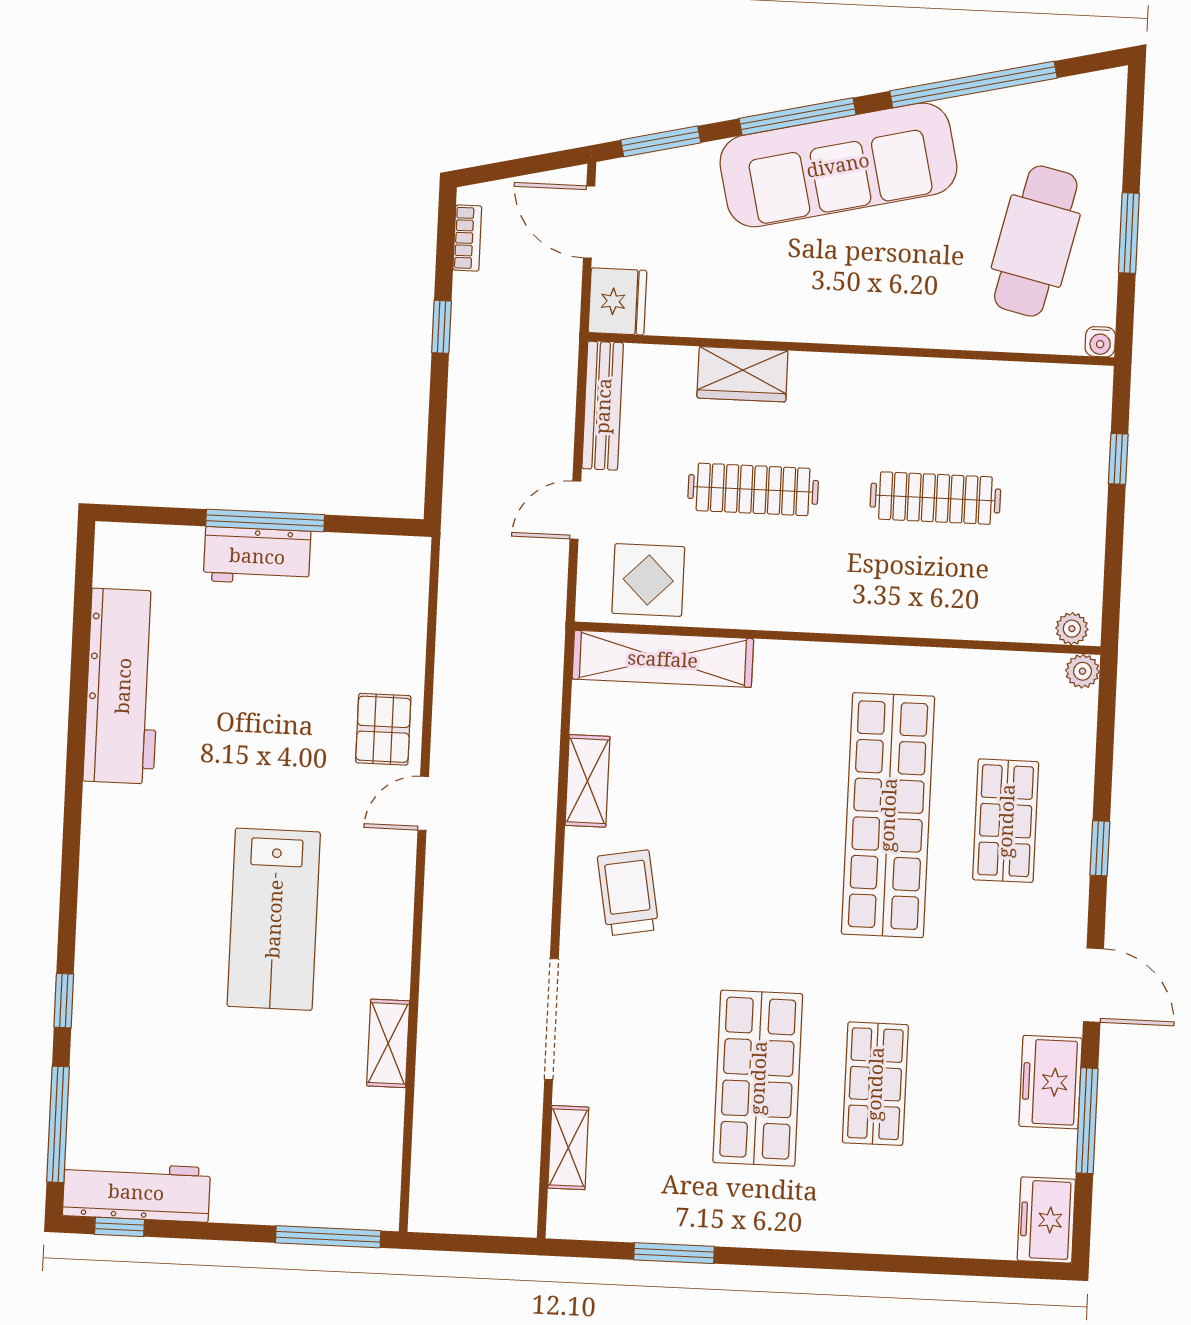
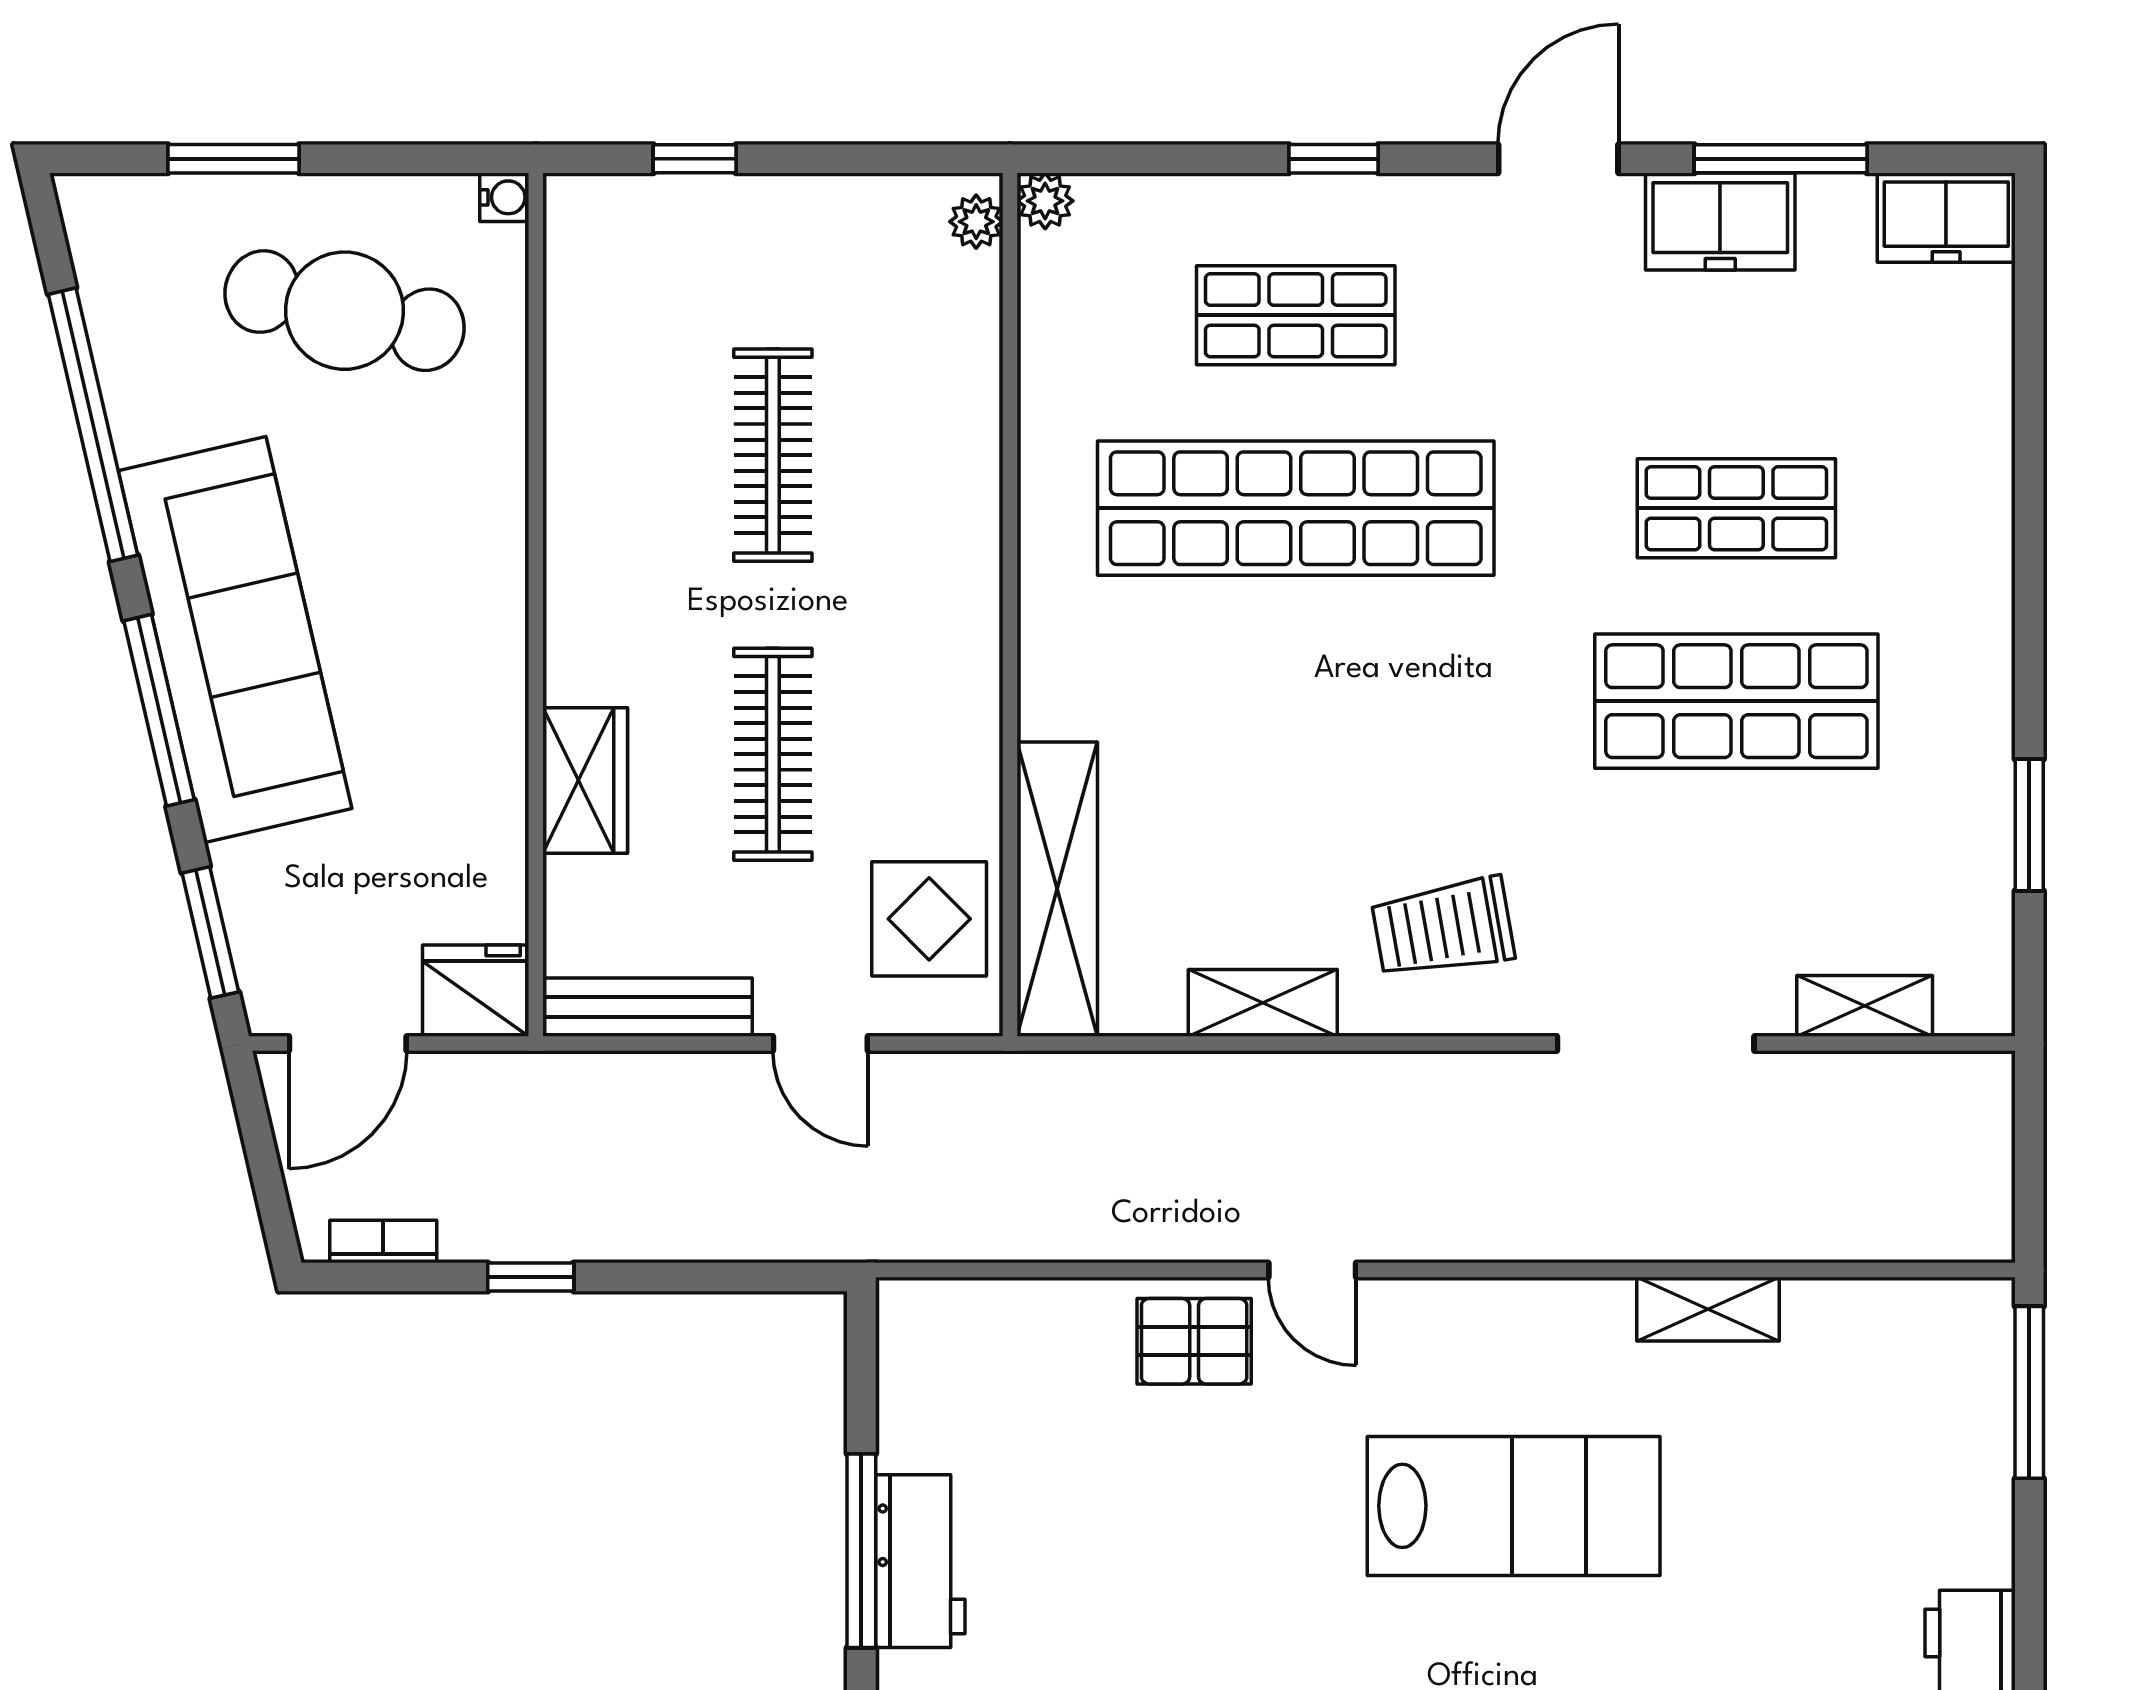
window: (1129, 233) -> (233, 159), moved

